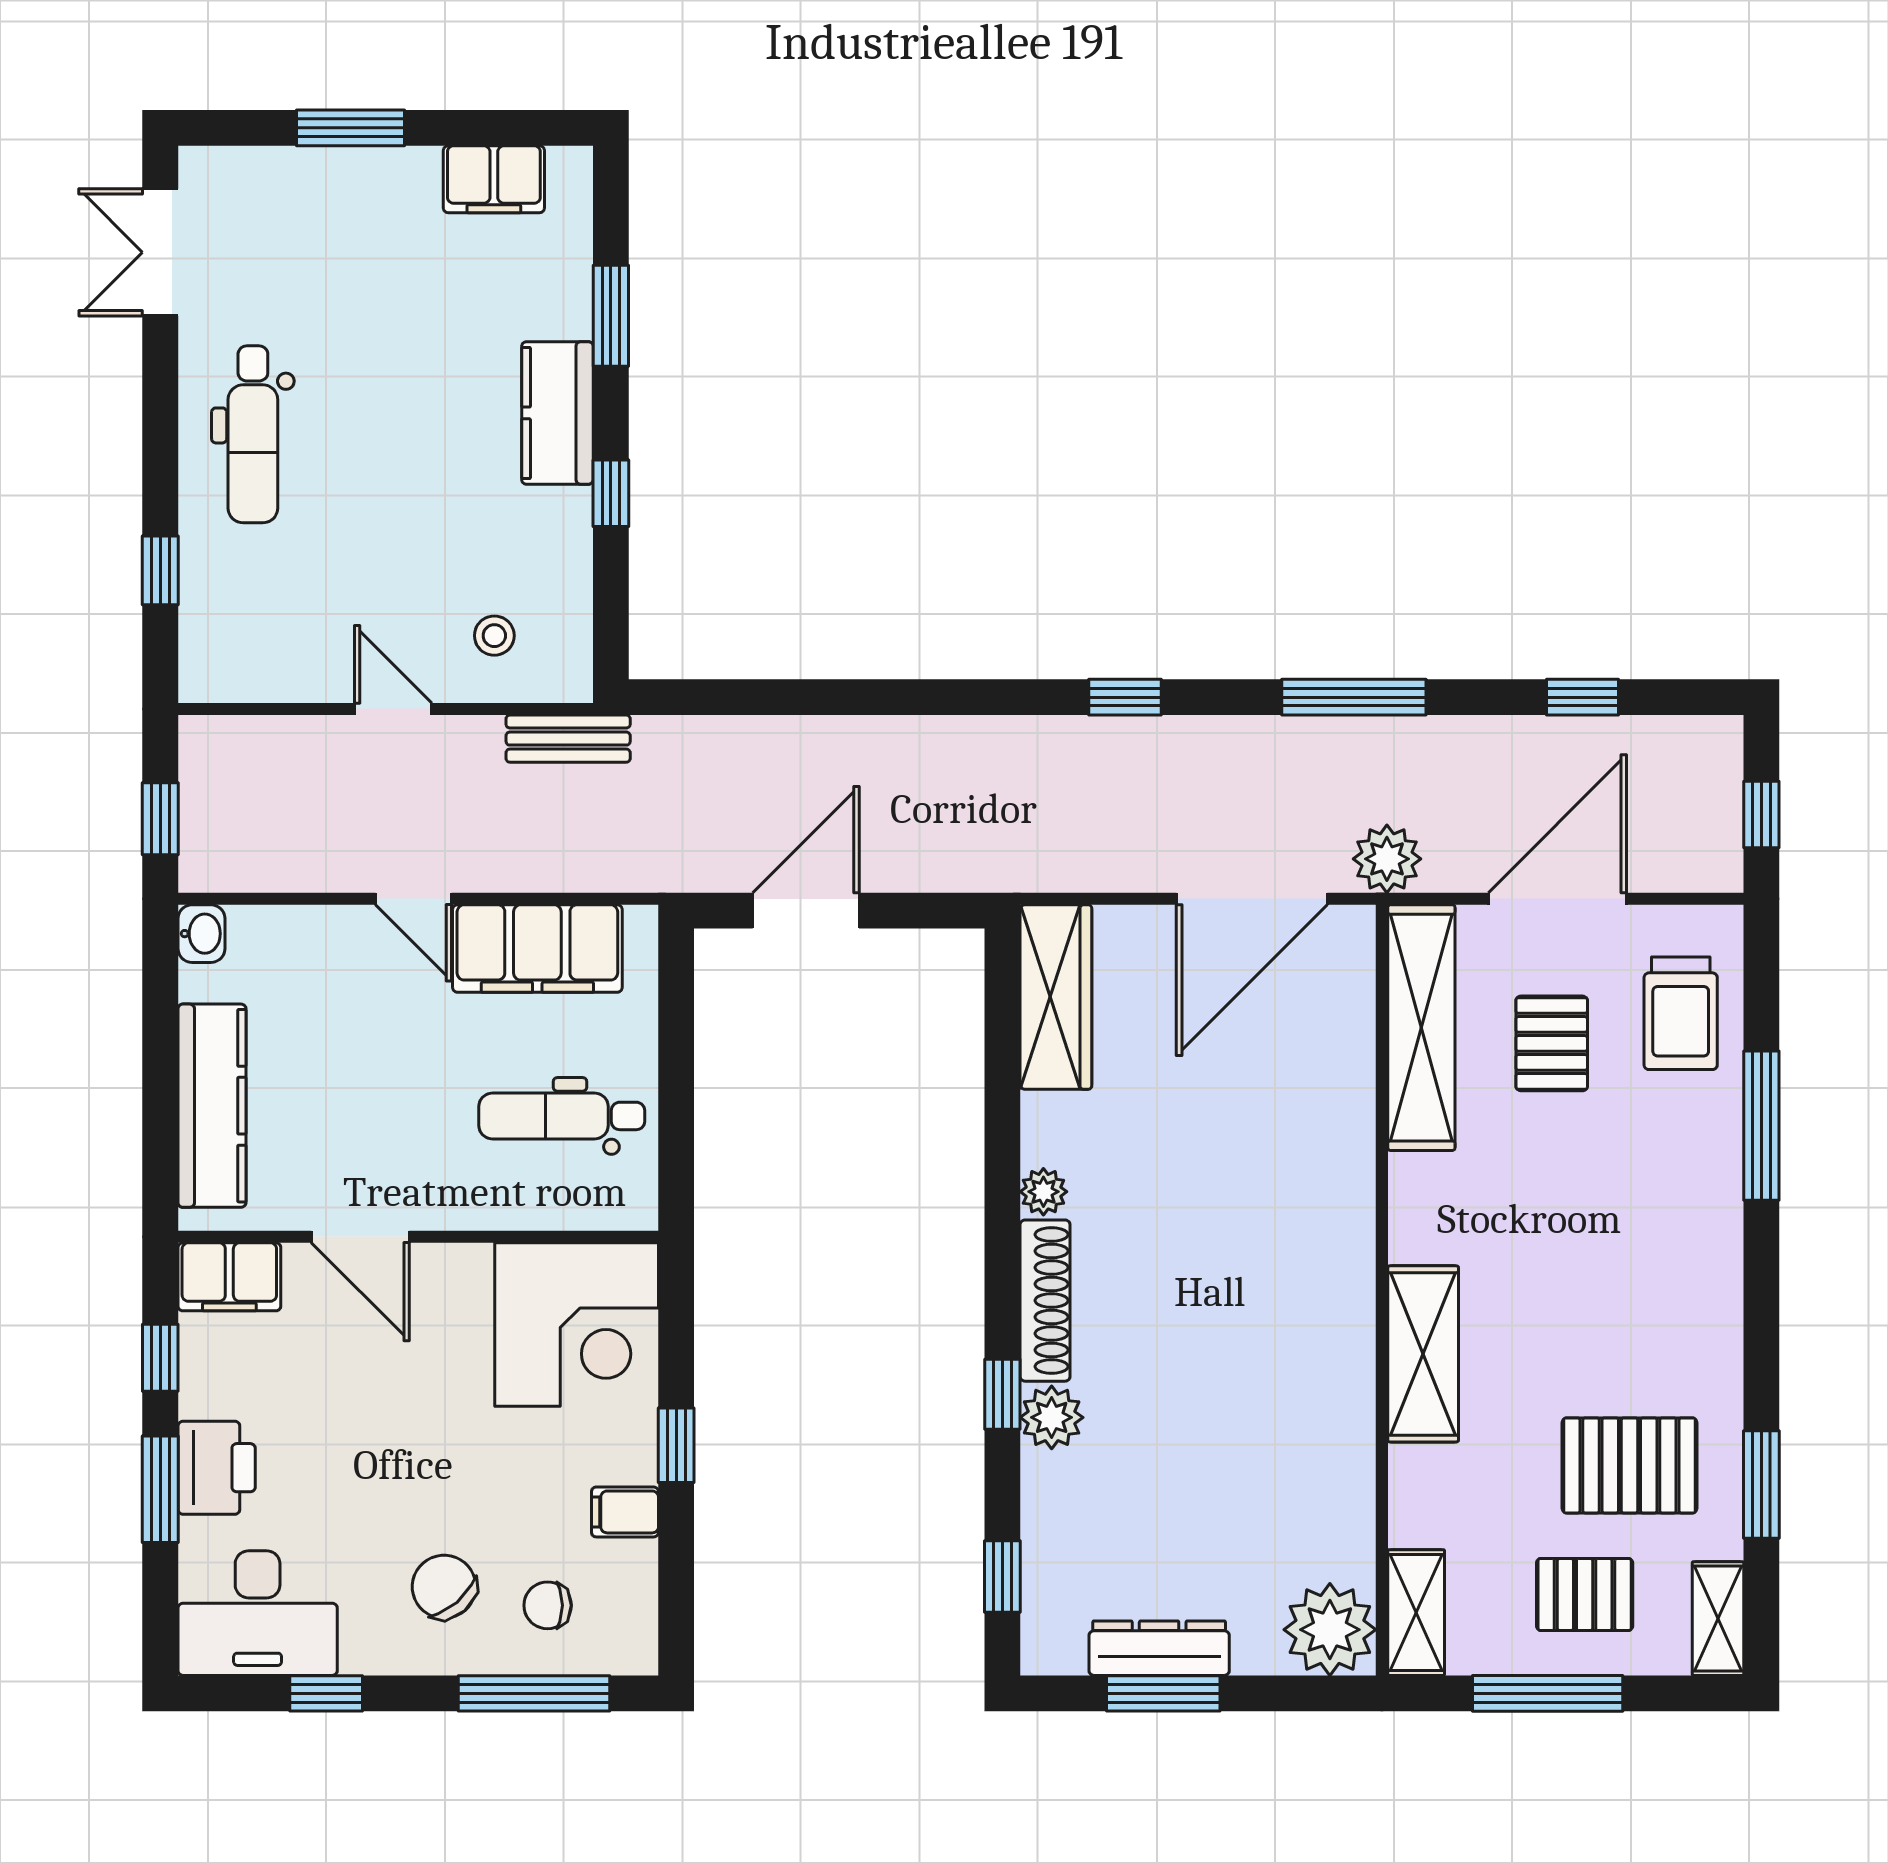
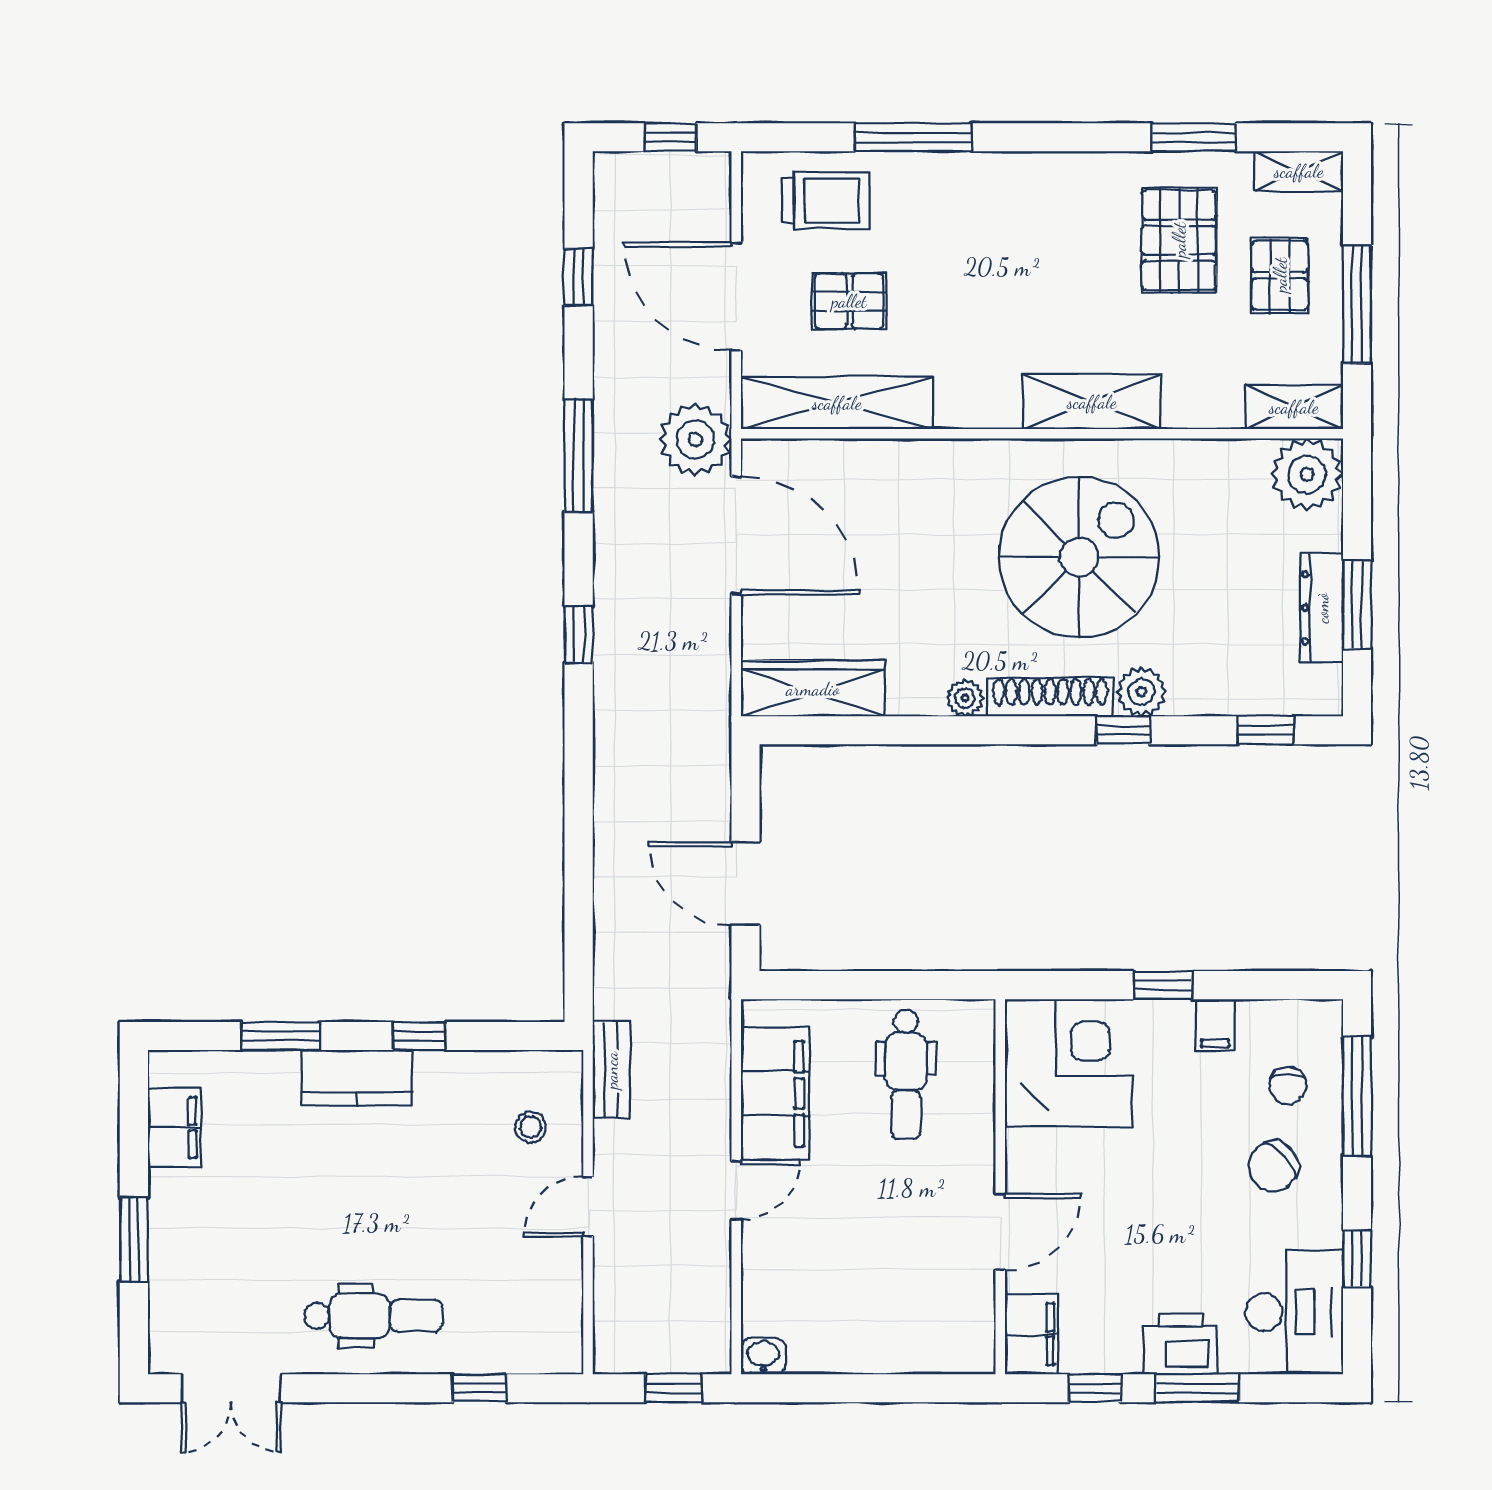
plant: (1387, 859) -> (695, 439), width x1.36, depth x1.36
kitchen counter: (212, 1106) -> (898, 1348), removed
spiral stairs: (1224, 1338) -> (1079, 557), added

